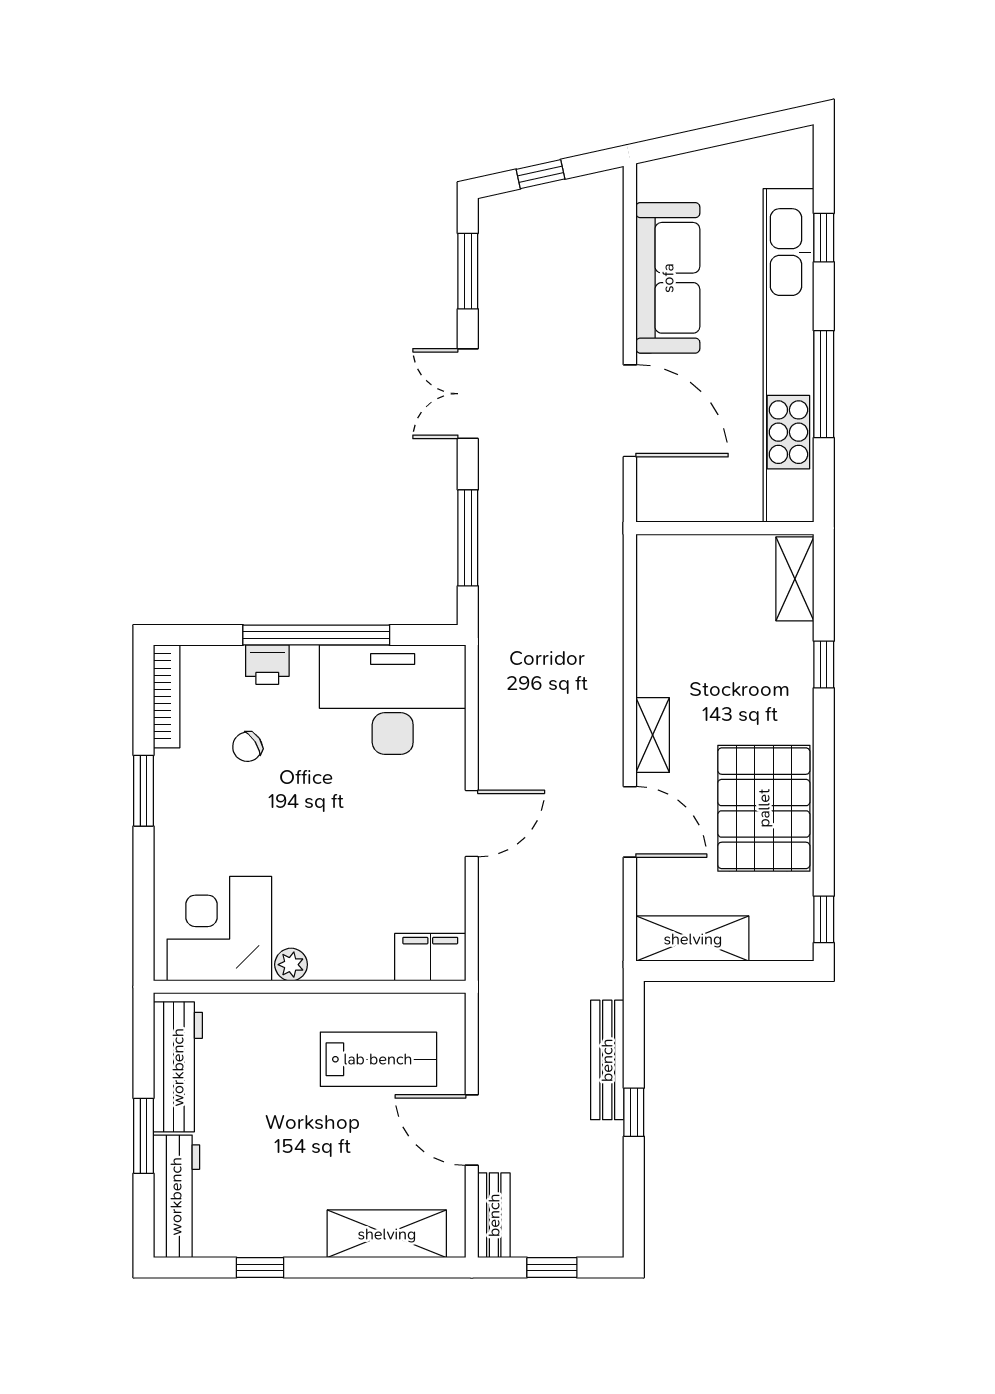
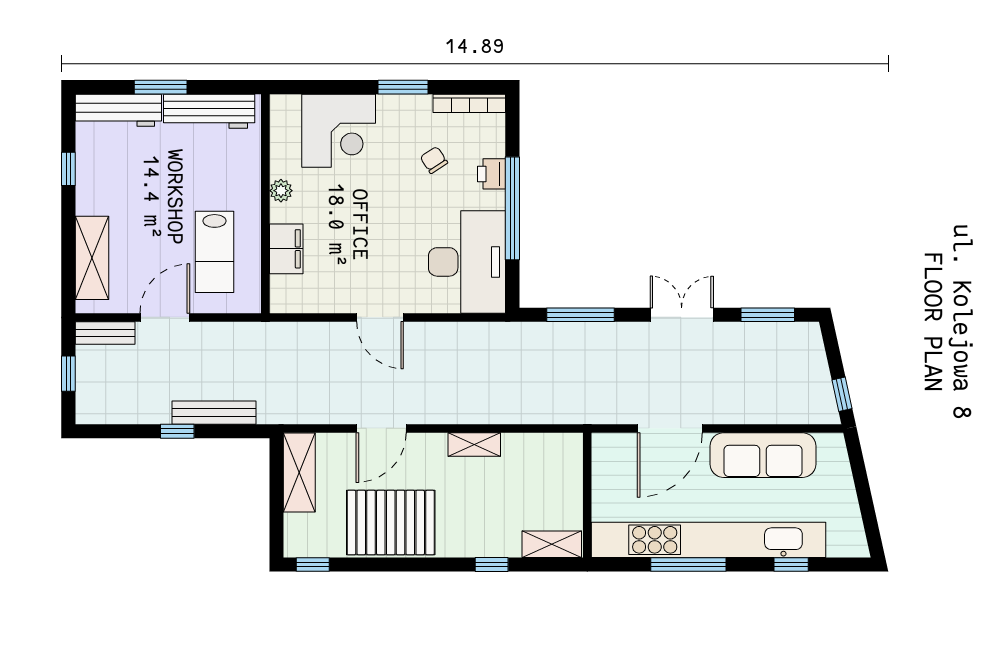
window: (541, 174) -> (842, 394), moved
shelving: (653, 735) -> (474, 444), moved
corner desk: (219, 929) -> (339, 131), moved, turned 90
filing cabinet: (430, 957) -> (286, 249), moved

